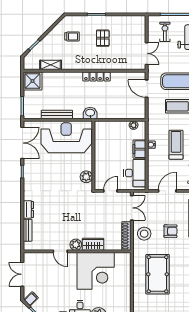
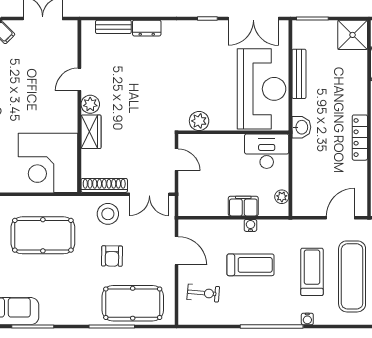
desk: (135, 173) -> (267, 151), moved, turned 180
corner desk: (96, 271) -> (48, 163), moved

